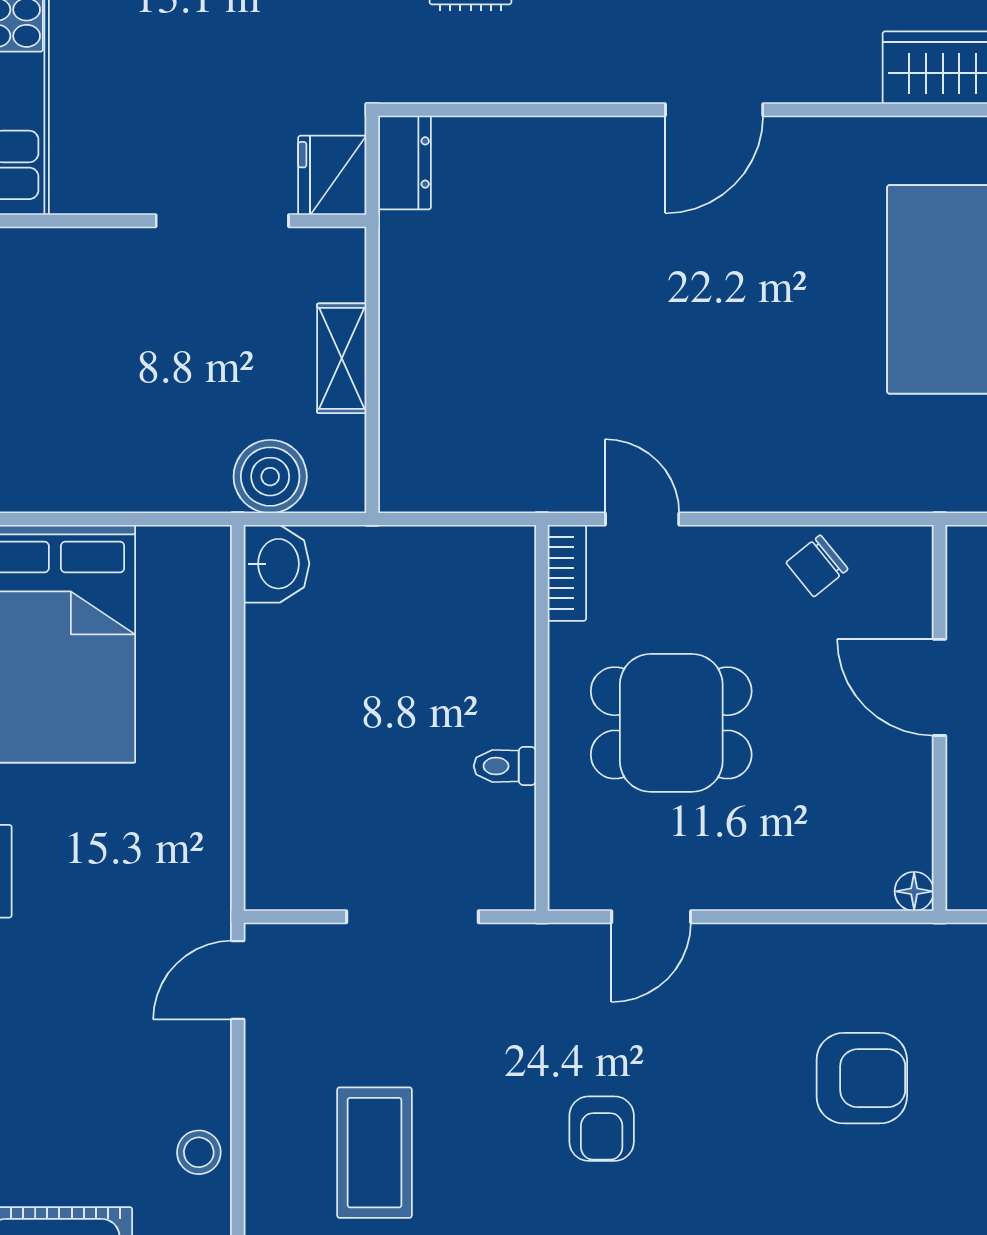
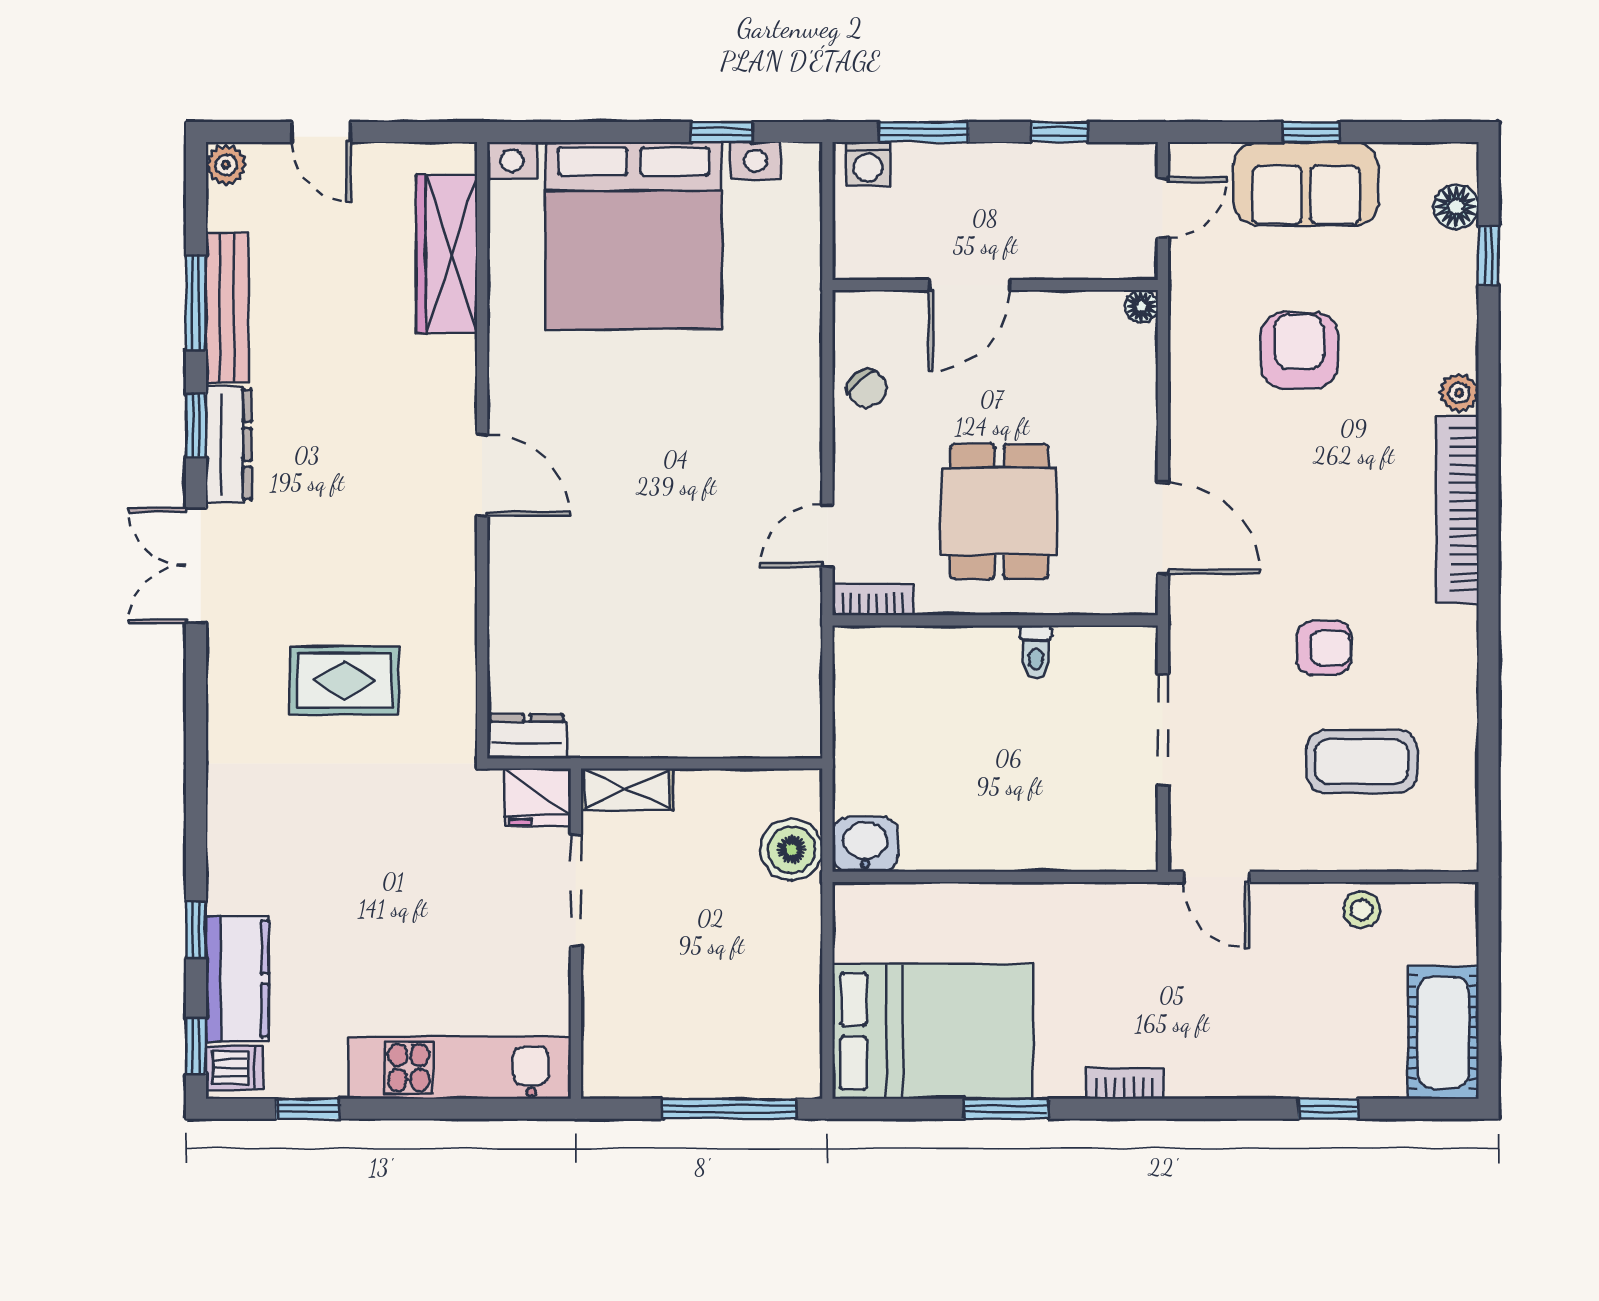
shelving: (342, 358) -> (627, 789), moved
door: (651, 917) -> (1163, 528), width x1.38
armchair: (602, 1129) -> (1324, 648), moved

